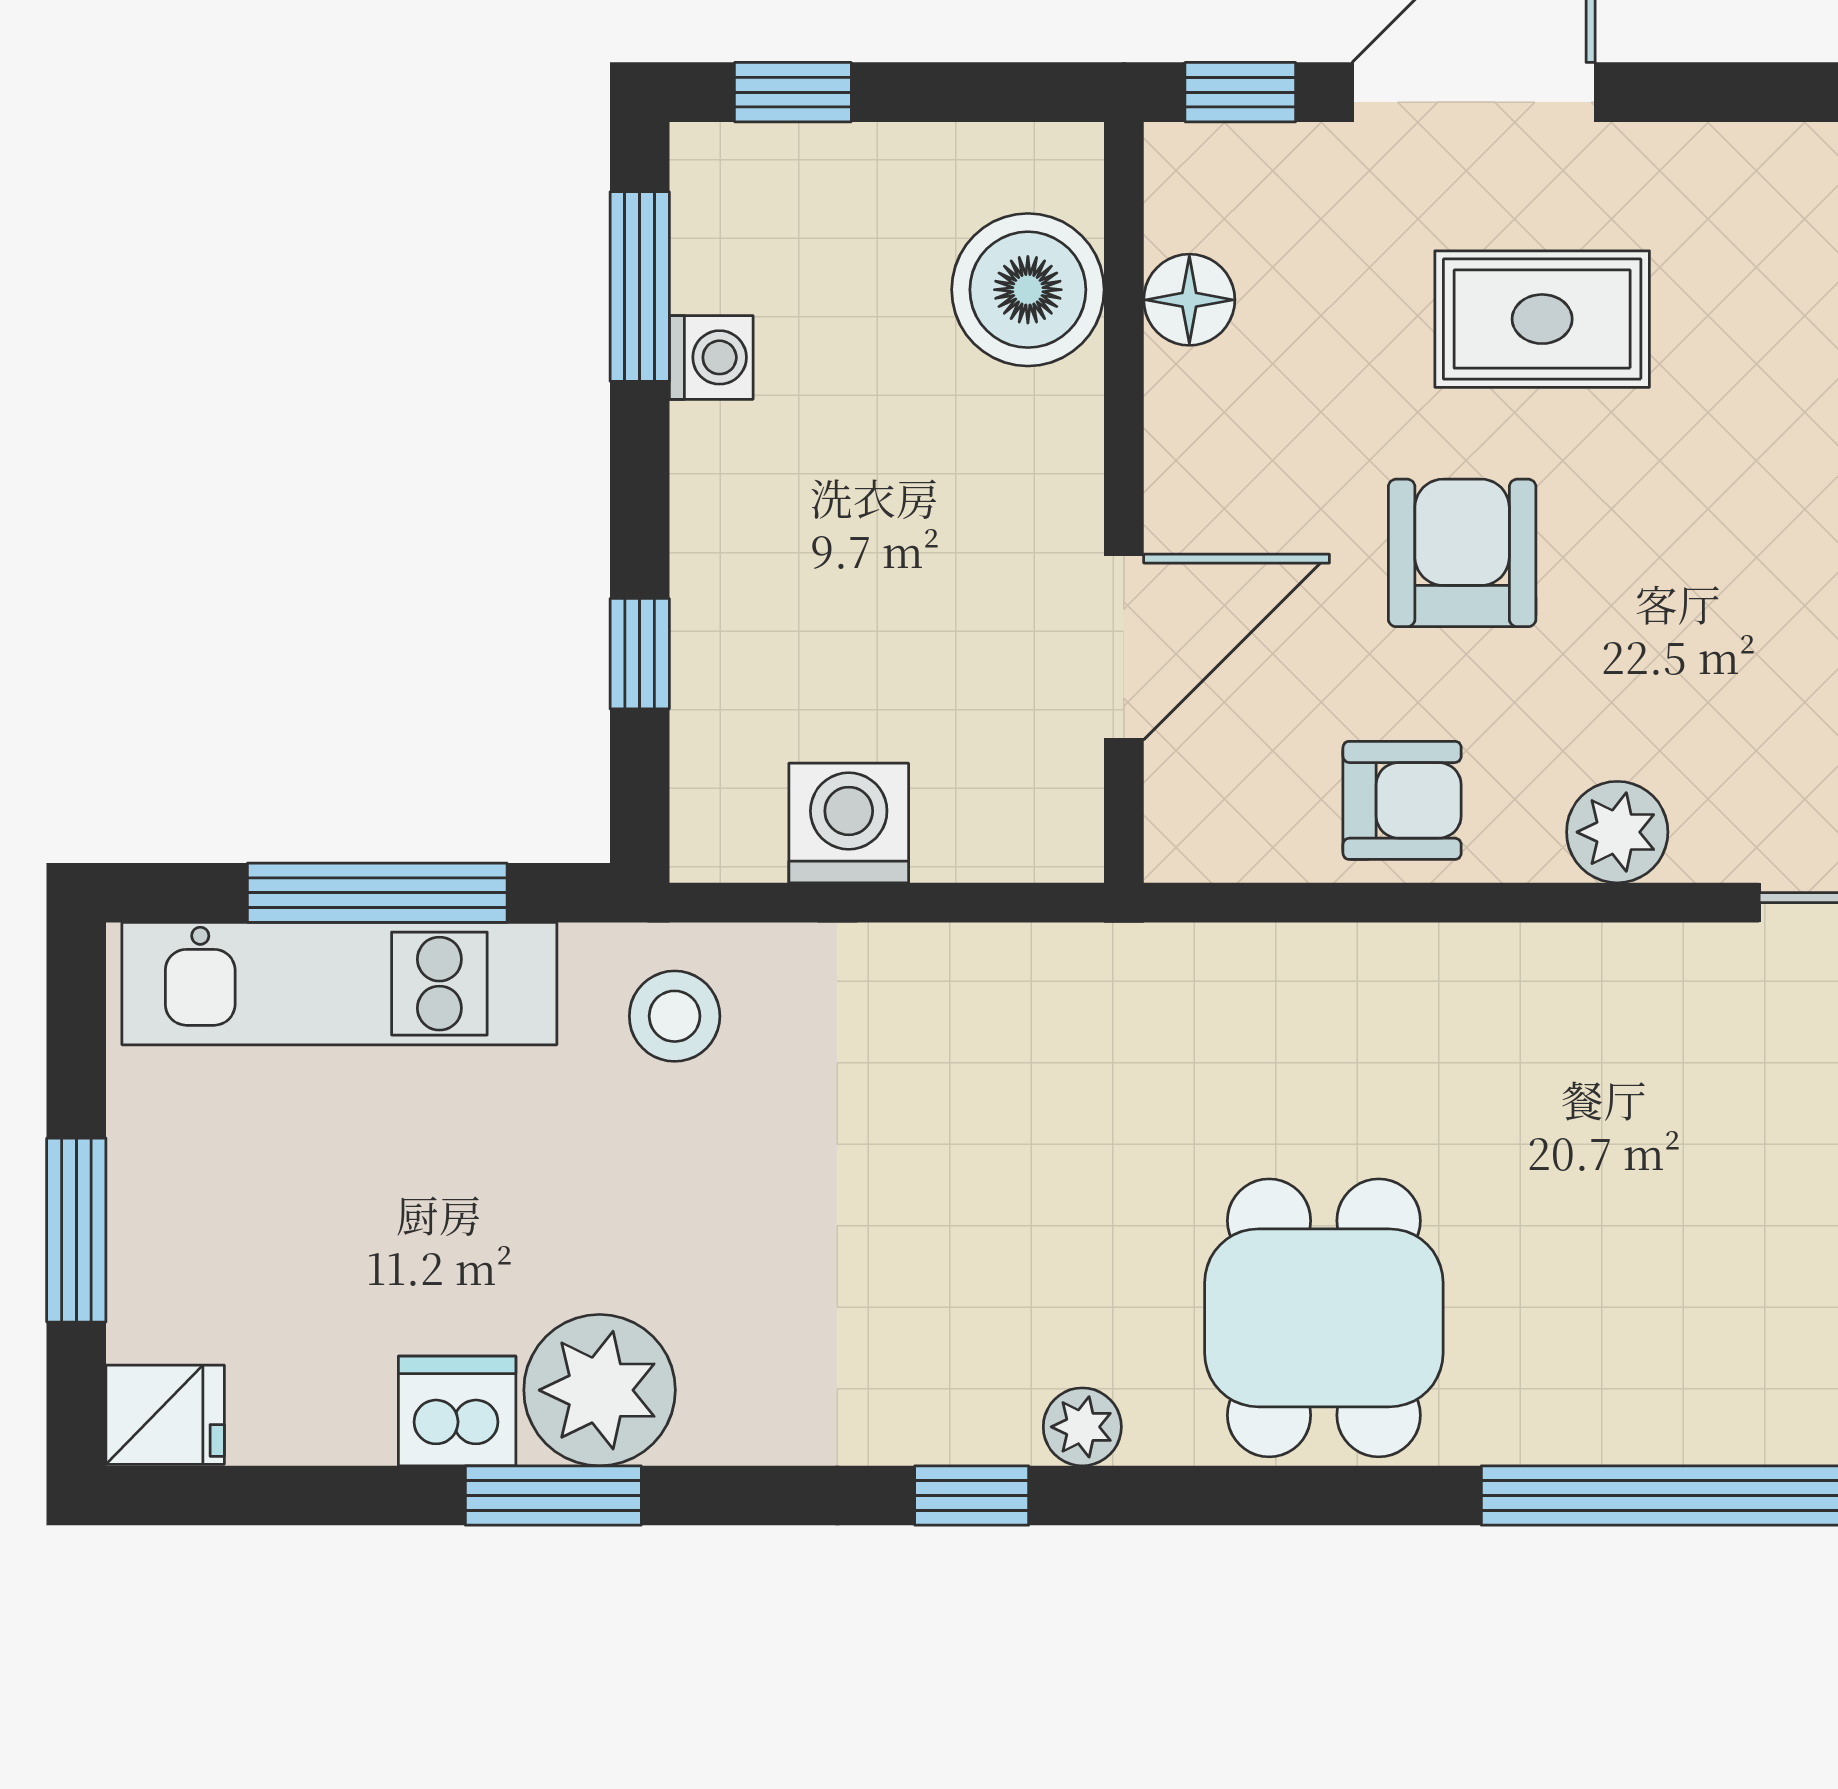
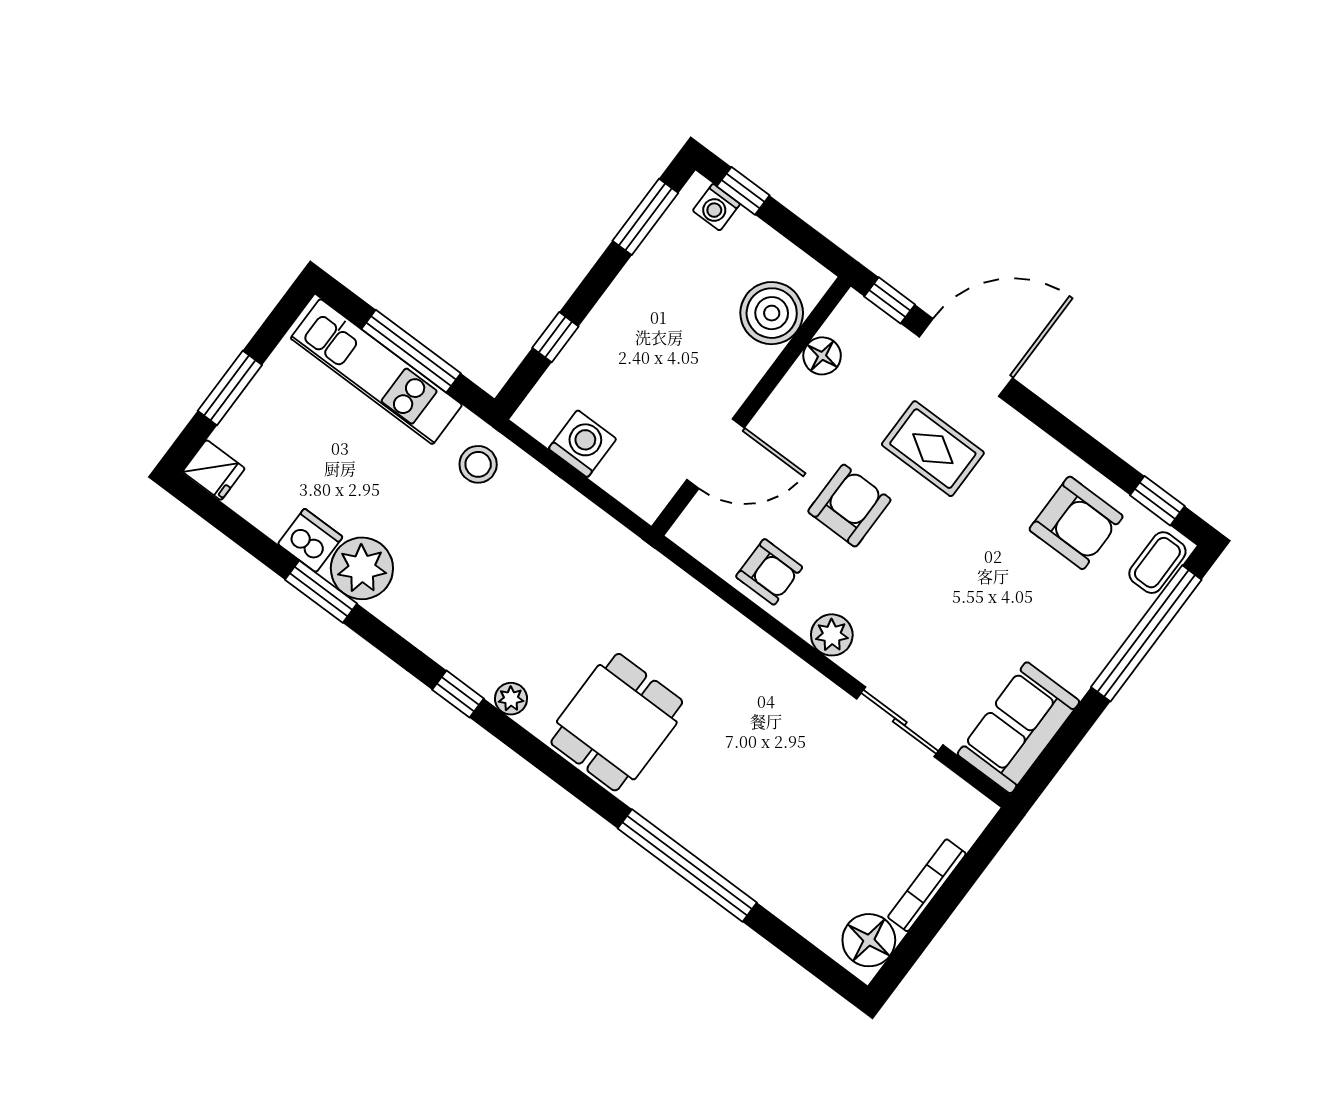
washing machine: (711, 357) -> (716, 207), moved, turned 90

